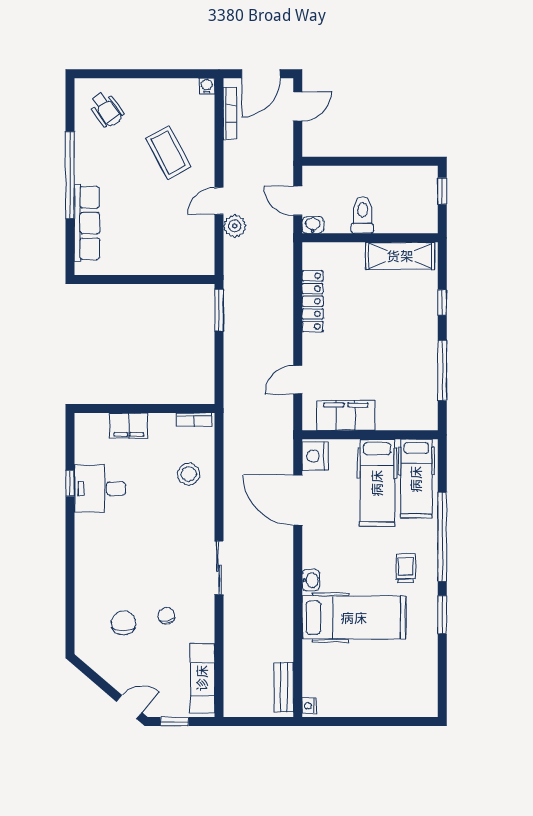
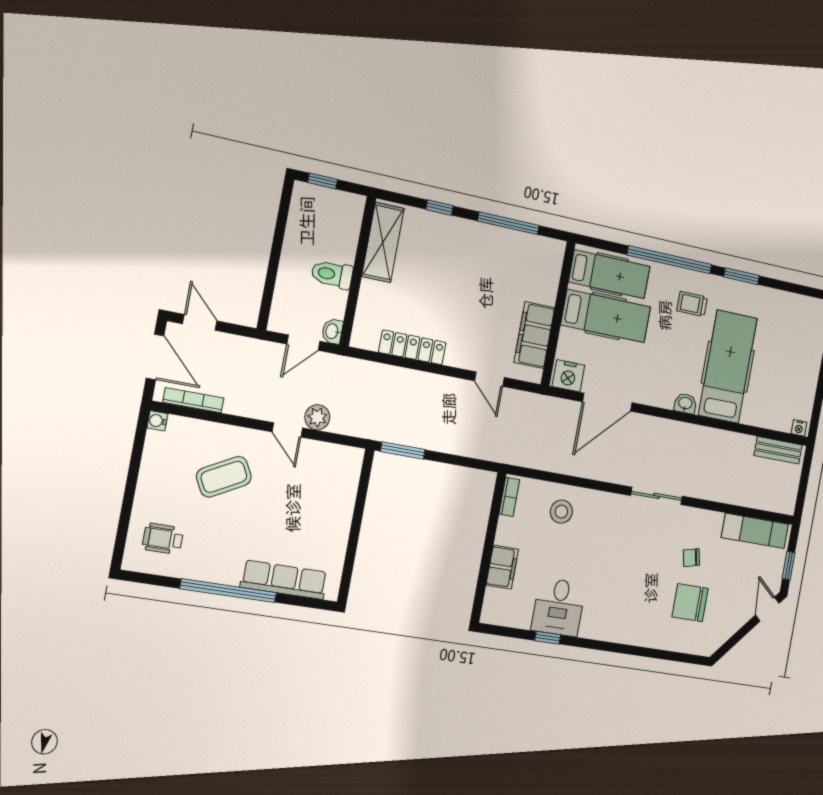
wheelchair: (107, 109) -> (163, 539), turned -145
chair: (123, 623) -> (690, 603), width x1.37, depth x1.37

